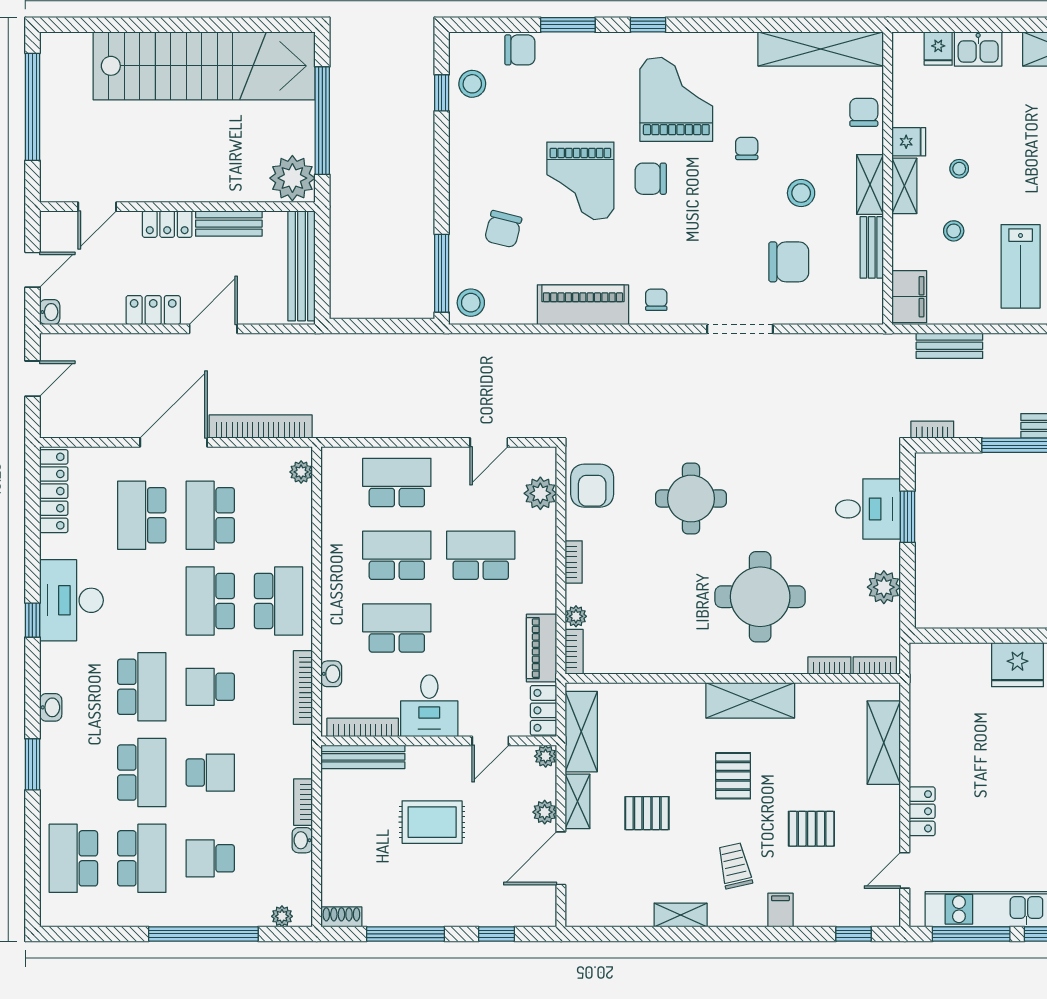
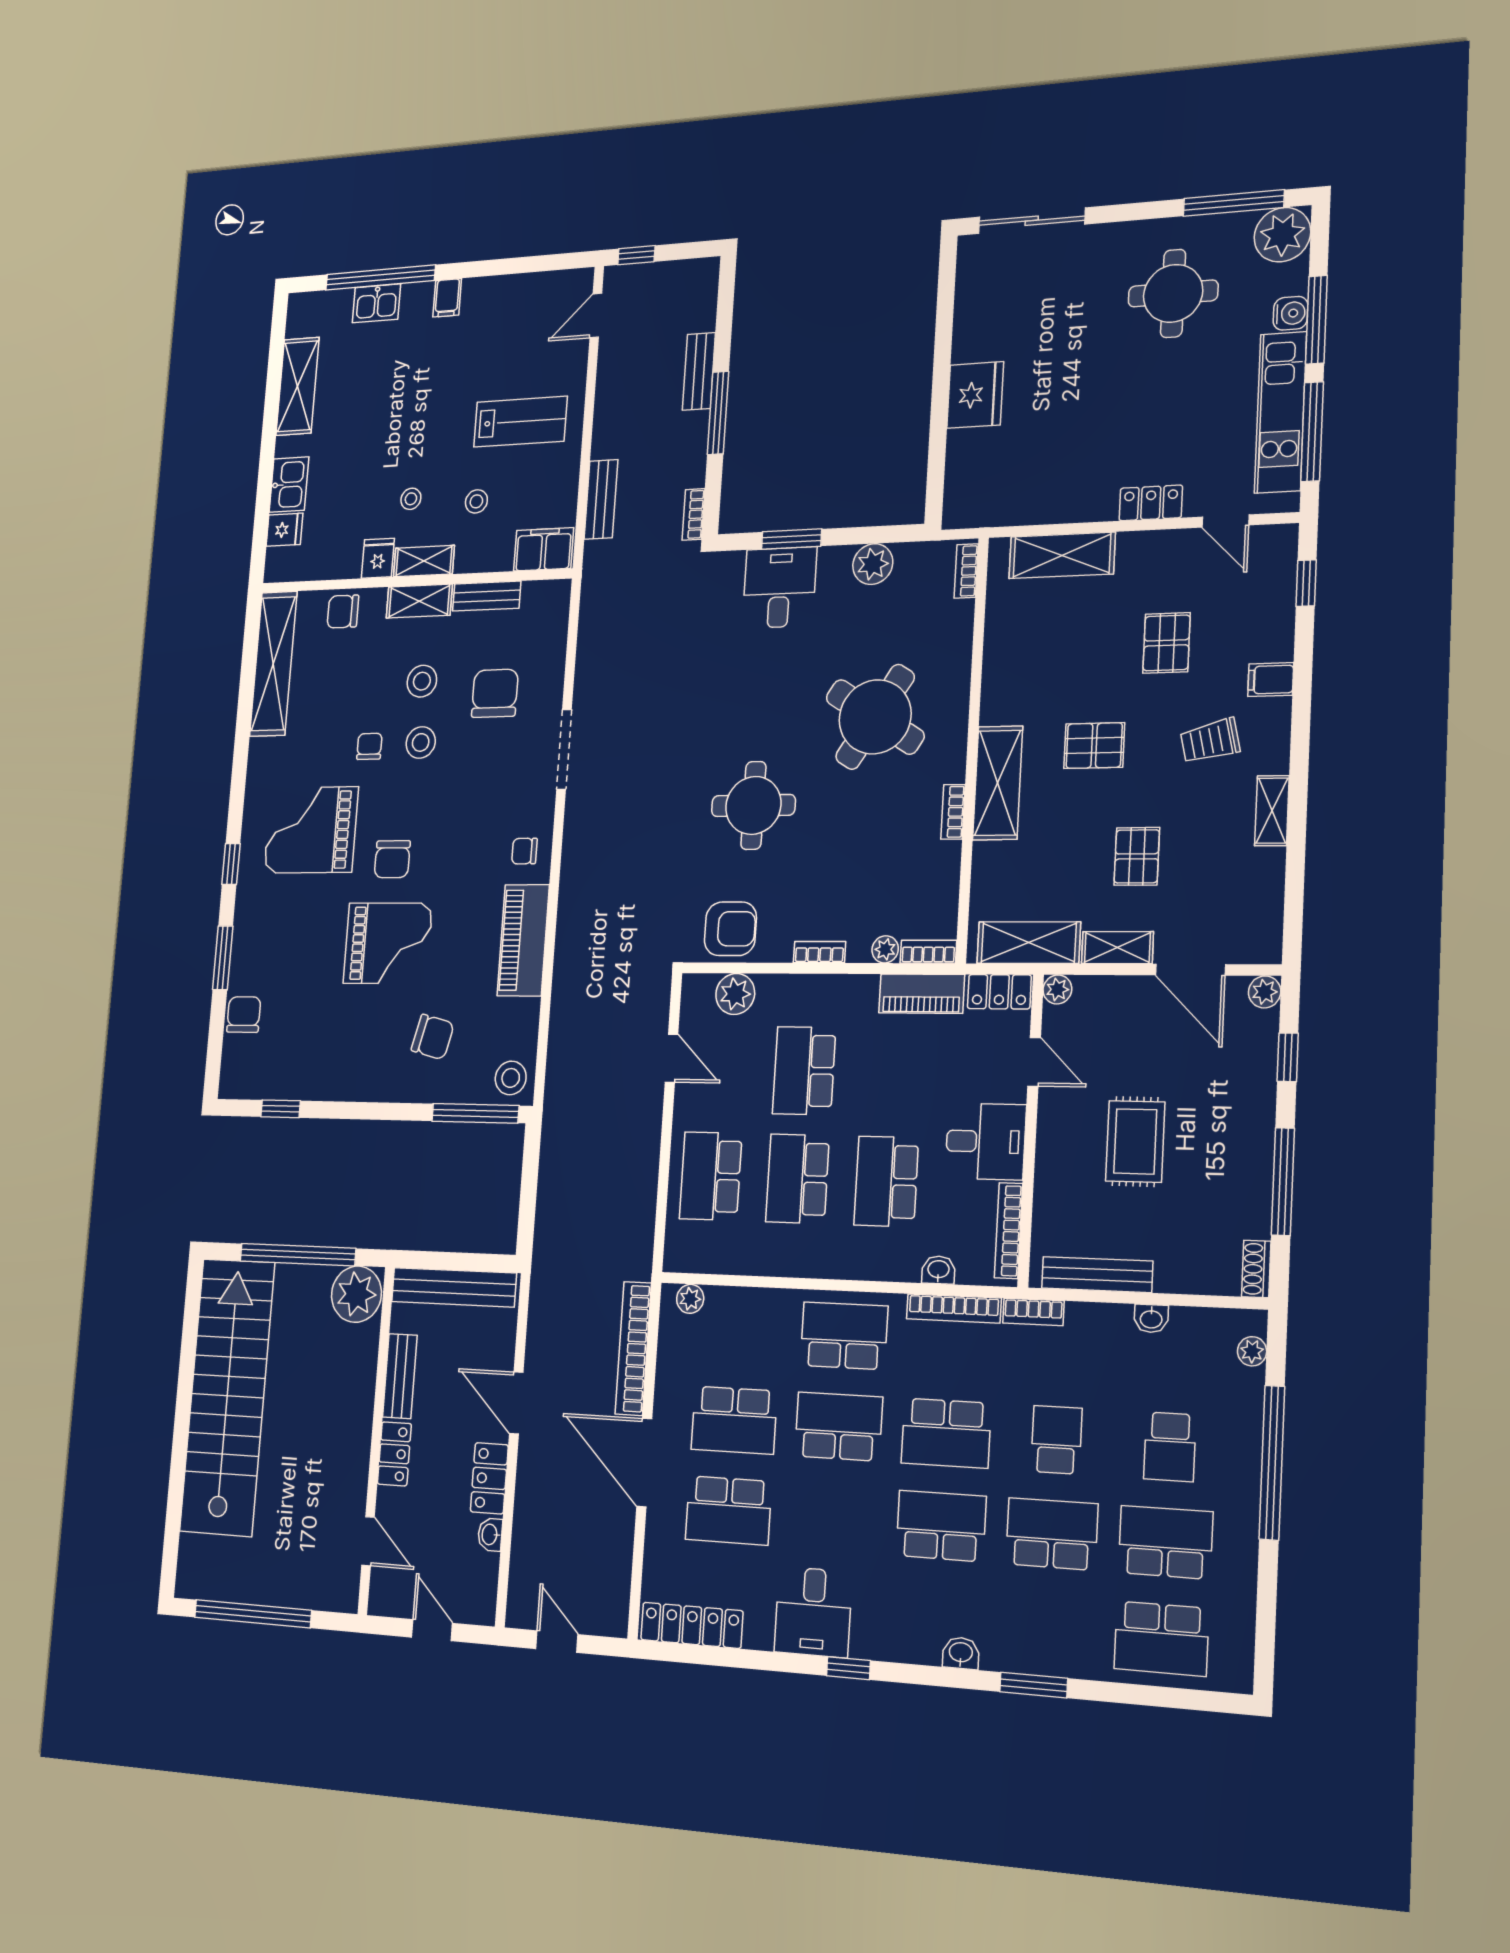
stool: (472, 84) -> (421, 742), moved
chair: (747, 148) -> (369, 746), turned 90
washbasin: (50, 312) -> (490, 1535), moved, turned -90
round table: (760, 597) -> (875, 717), turned 32
desk: (71, 600) -> (813, 1612), width x0.73
school desk: (210, 601) -> (839, 1427), turned 180
bookcase: (829, 665) -> (953, 812), moved
school desk: (210, 687) -> (946, 1433), width x1.85
shelving: (750, 700) -> (998, 783), moved
bench: (363, 757) -> (1097, 1275), moved, turned 90
bookcase: (303, 802) -> (1033, 1312), moved
plant: (545, 812) -> (1265, 992), moved

